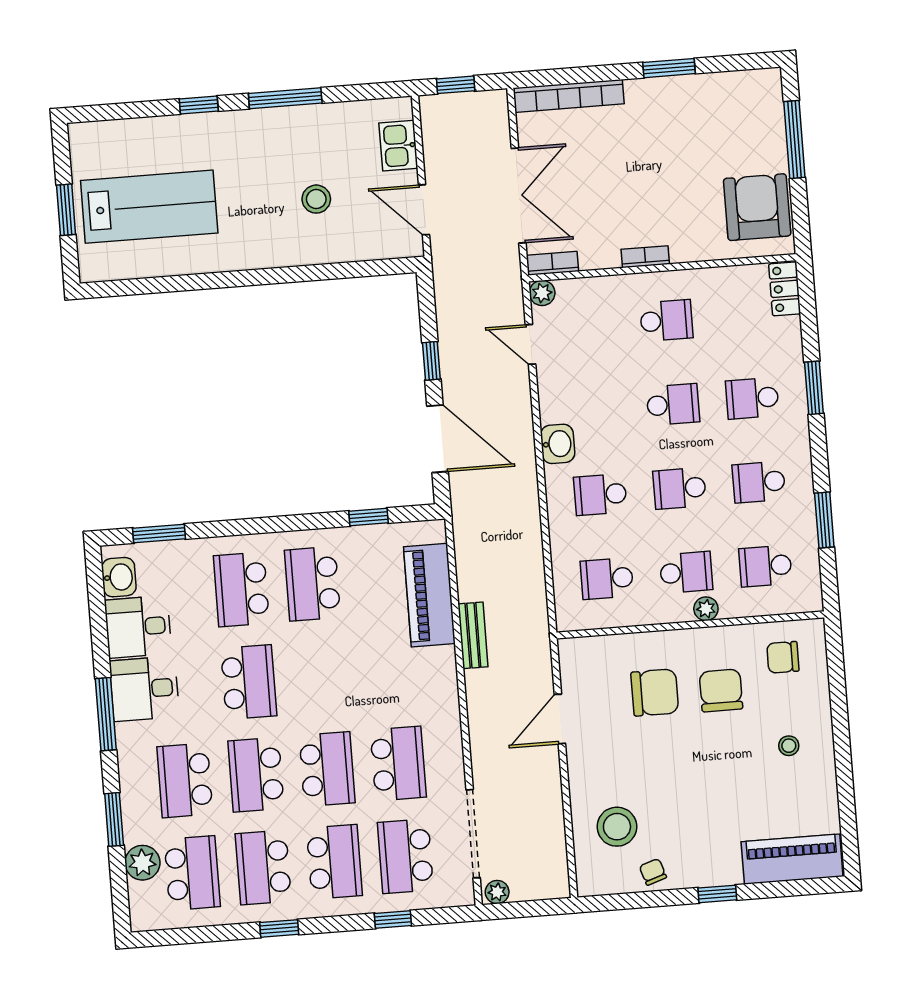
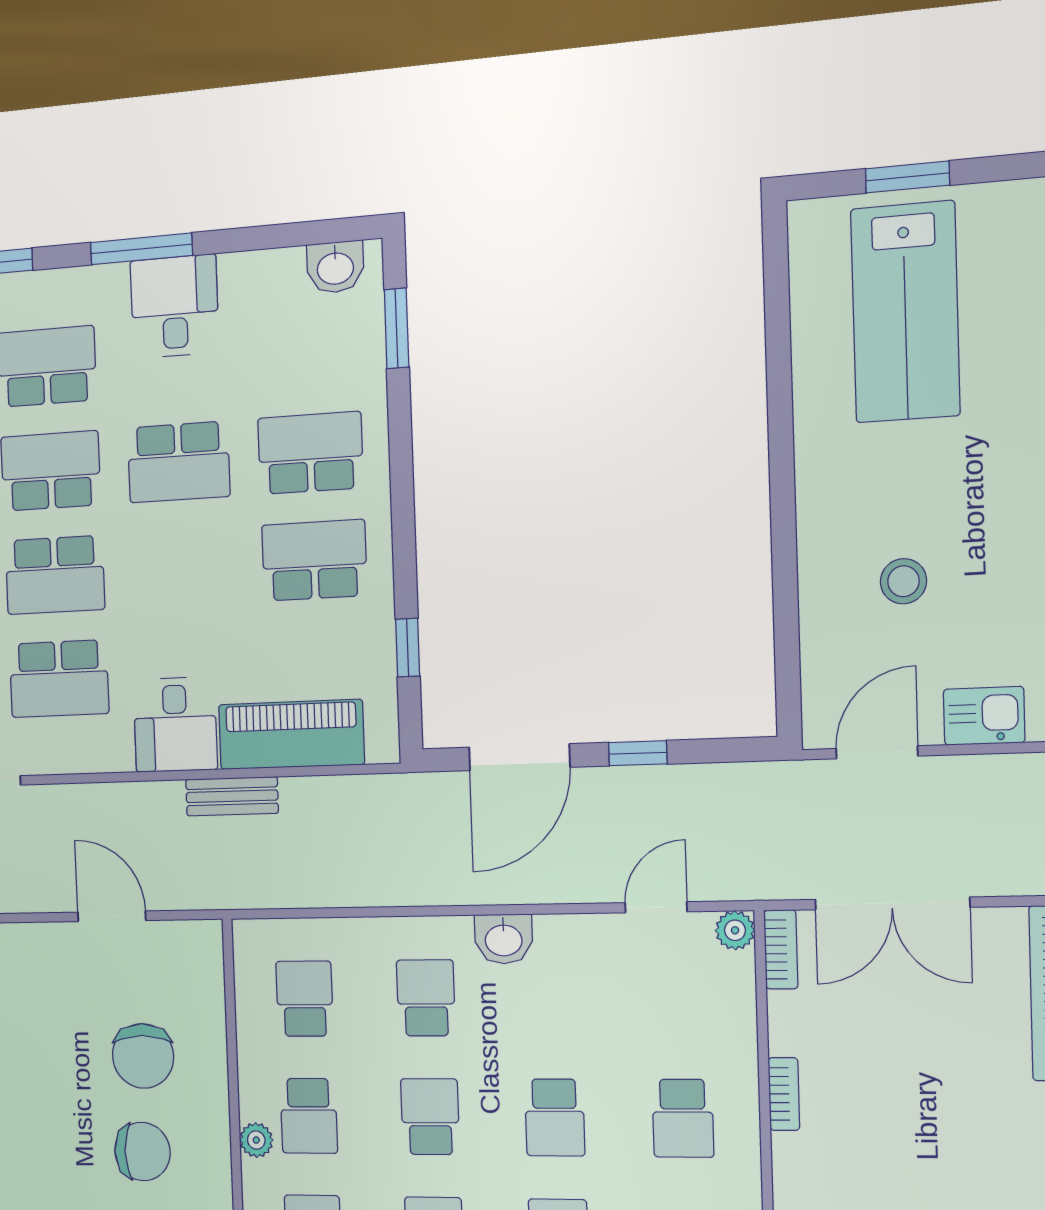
desk: (138, 627) -> (175, 725), moved, turned 180

